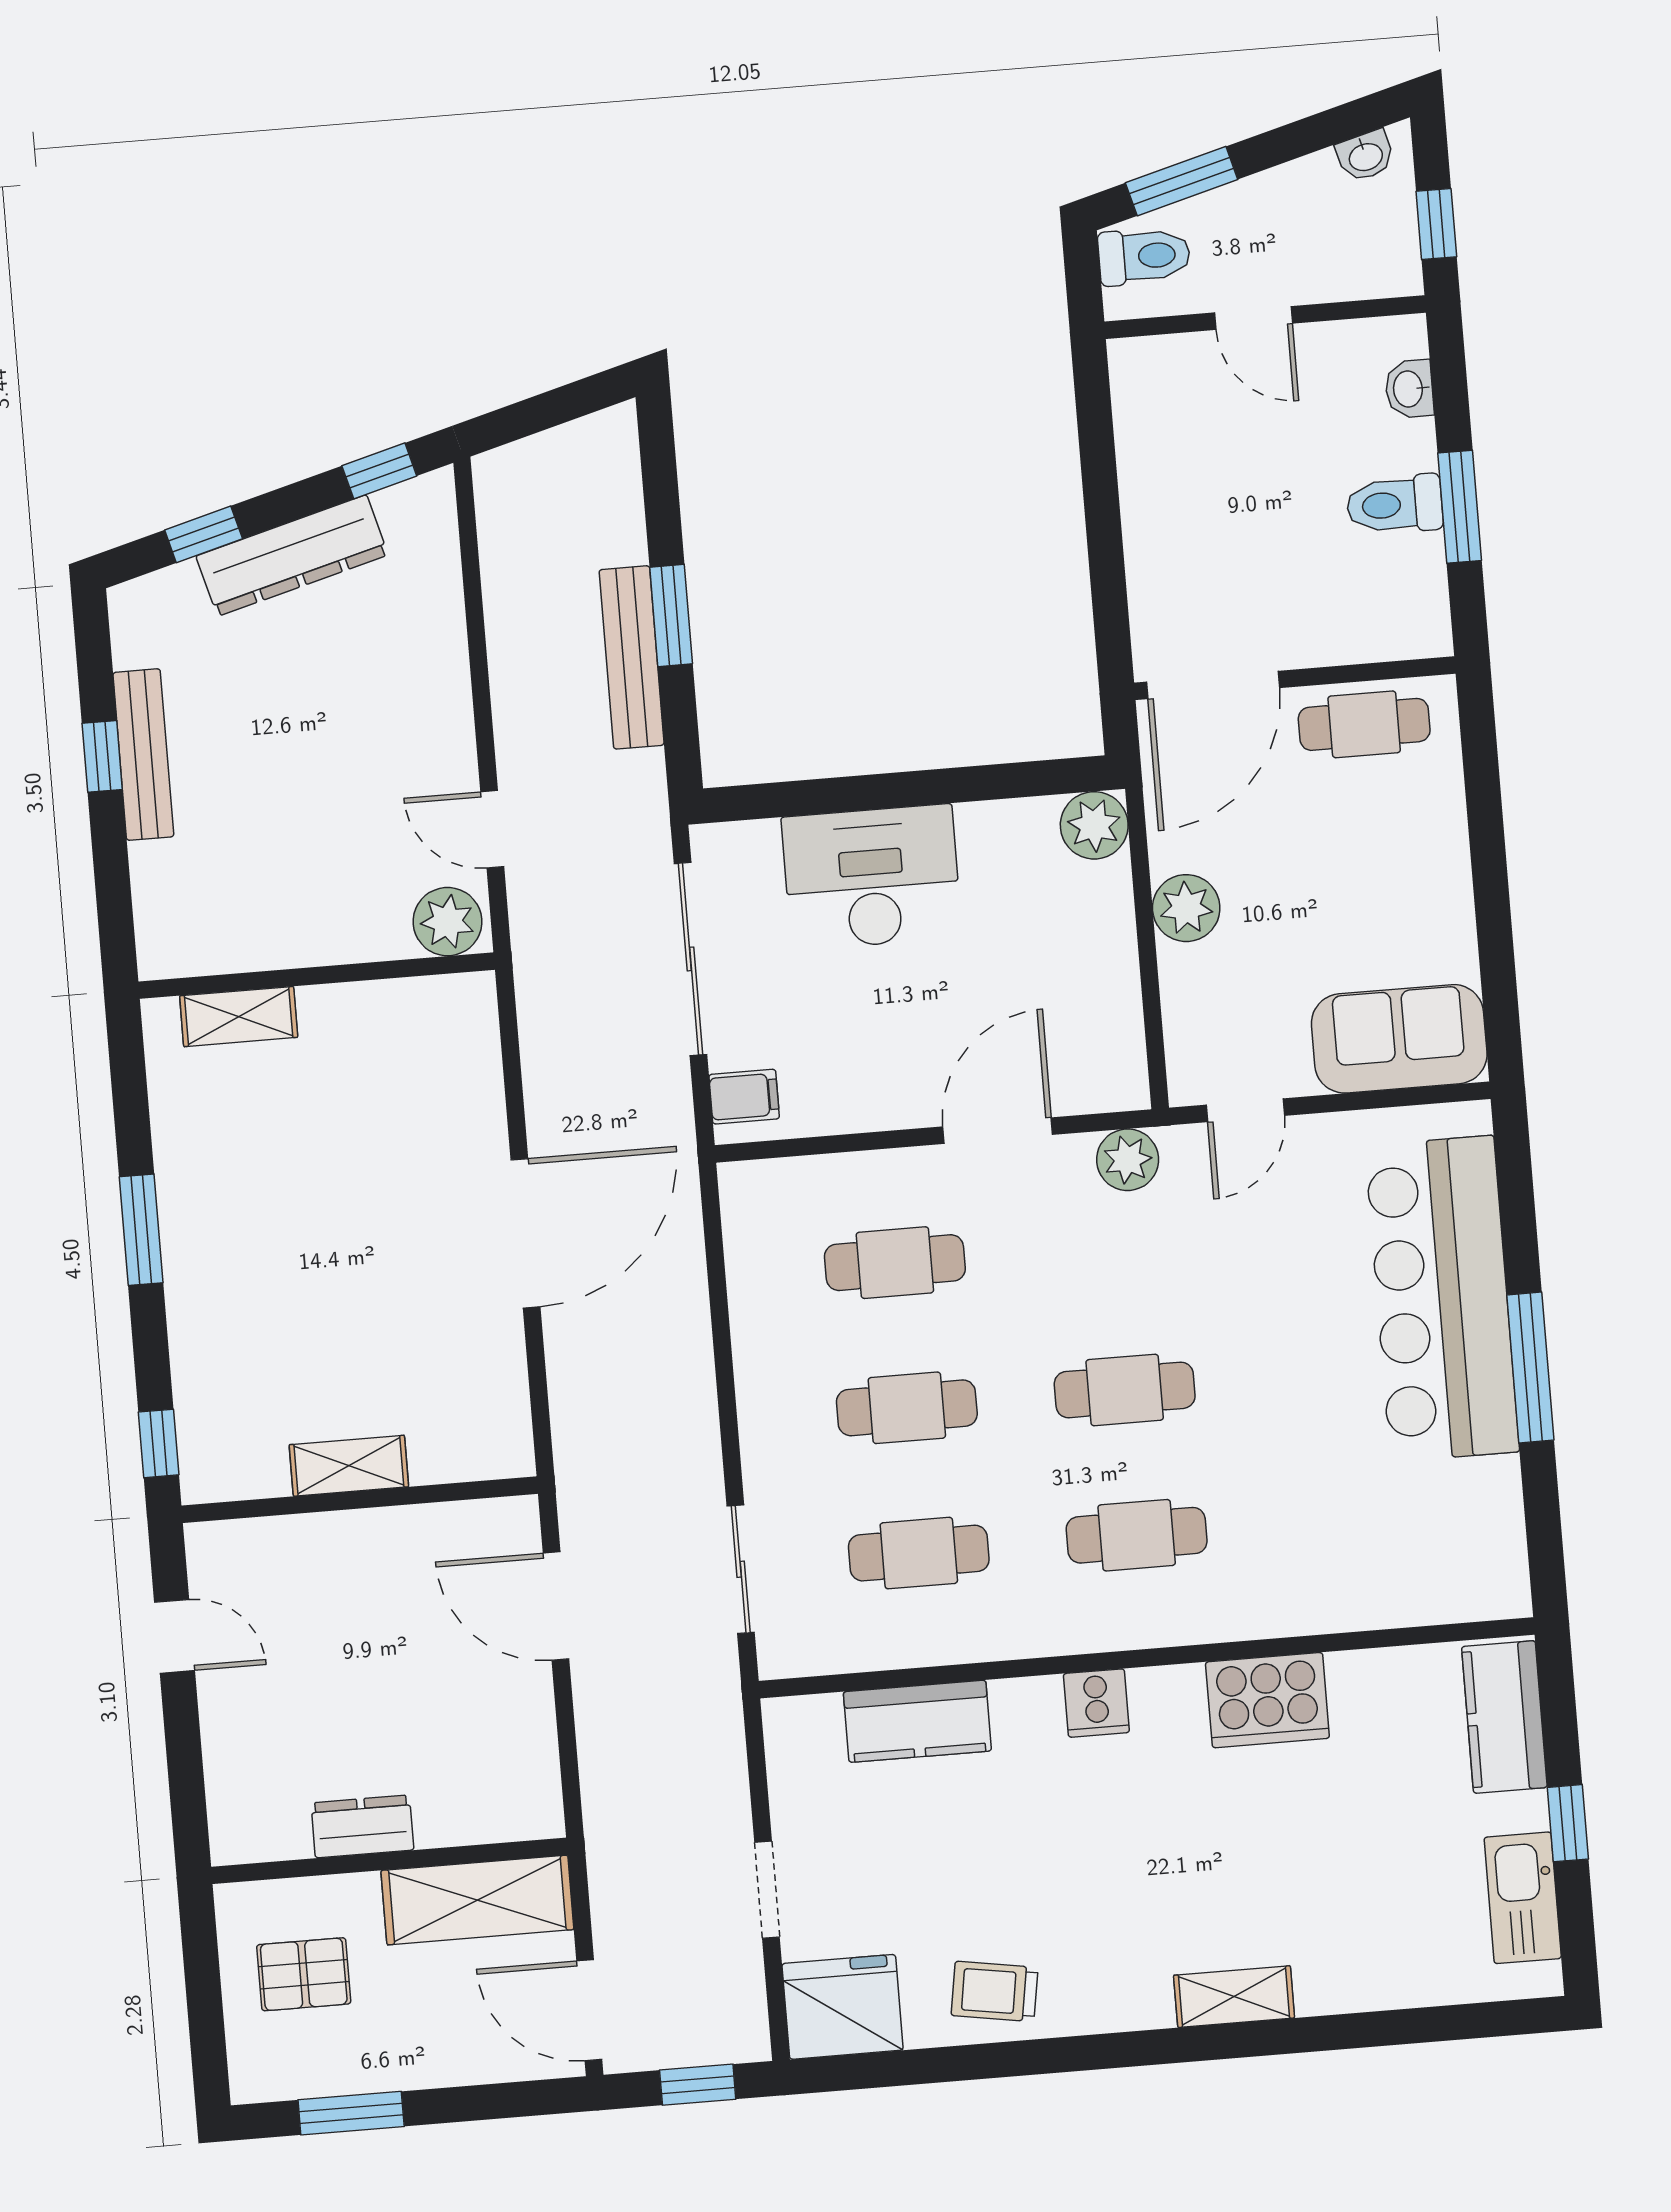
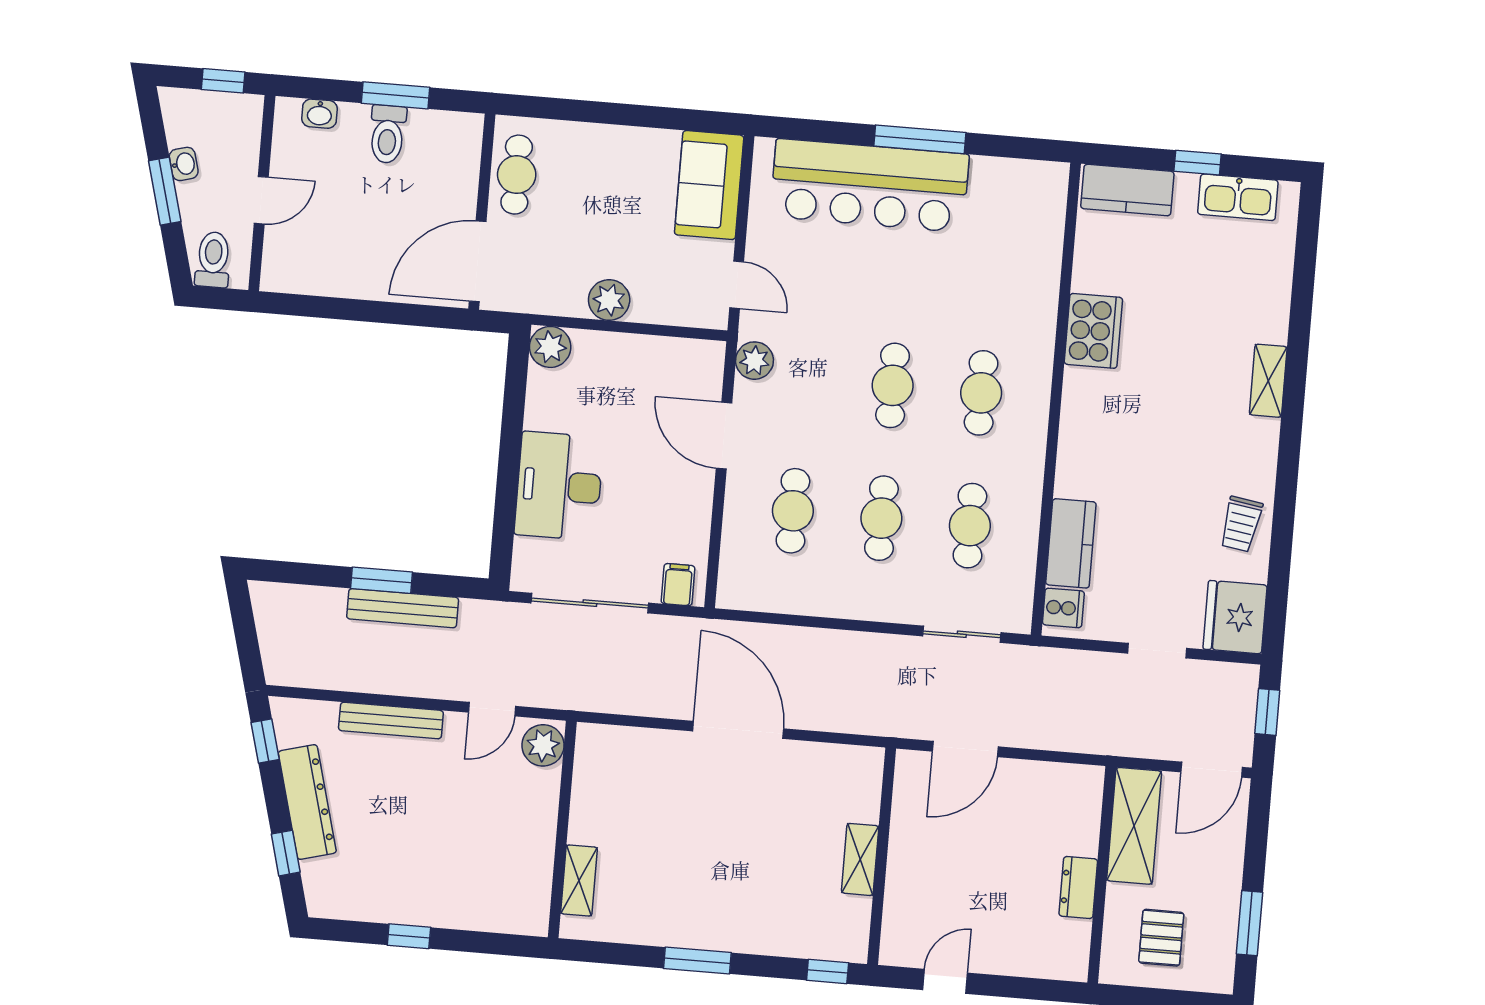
washbasin: (1365, 156) -> (184, 164), moved
window: (1182, 181) -> (165, 191), moved
door: (1213, 685) -> (478, 261), swing flipped
bench: (143, 755) -> (391, 721), moved
cooker: (1096, 1703) -> (1063, 608), moved

